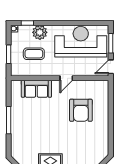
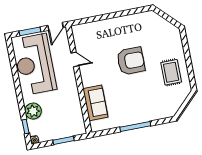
coffee table: (34, 54) -> (58, 113), removed
door: (111, 67) -> (55, 26), hinge flipped
door: (66, 78) -> (75, 59), moved
armchair: (81, 110) -> (131, 61), moved

